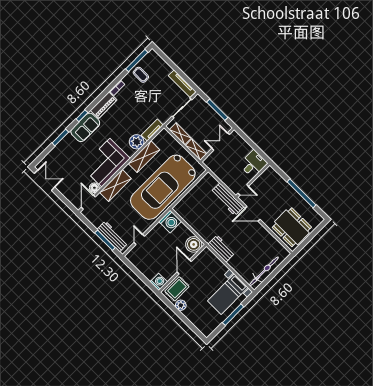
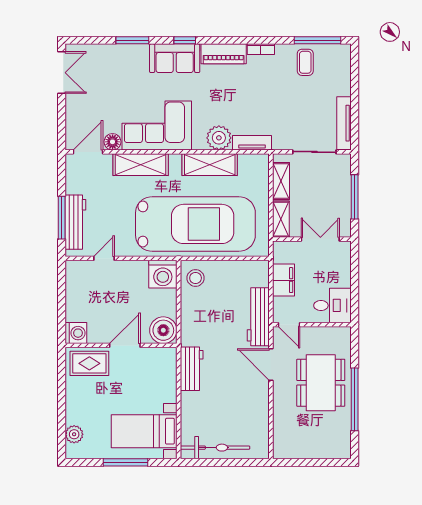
filing cabinet: (222, 174) -> (284, 280), added
car: (163, 187) -> (195, 224), turned 180
stool: (185, 209) -> (196, 278), added
dining table: (292, 227) -> (321, 383), moved
plant: (181, 305) -> (74, 434), moved

